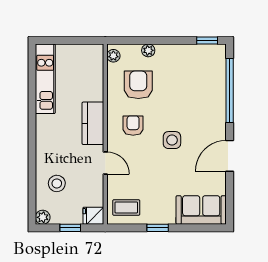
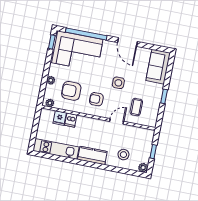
corner sofa: (201, 82) -> (77, 51), added
dishwasher: (94, 93) -> (71, 120), added
kitchen counter: (93, 123) -> (92, 155), moved, turned 180
side table: (172, 140) -> (118, 83), moved
coffee table: (126, 207) -> (136, 107), moved
fridge: (93, 216) -> (60, 118), moved

